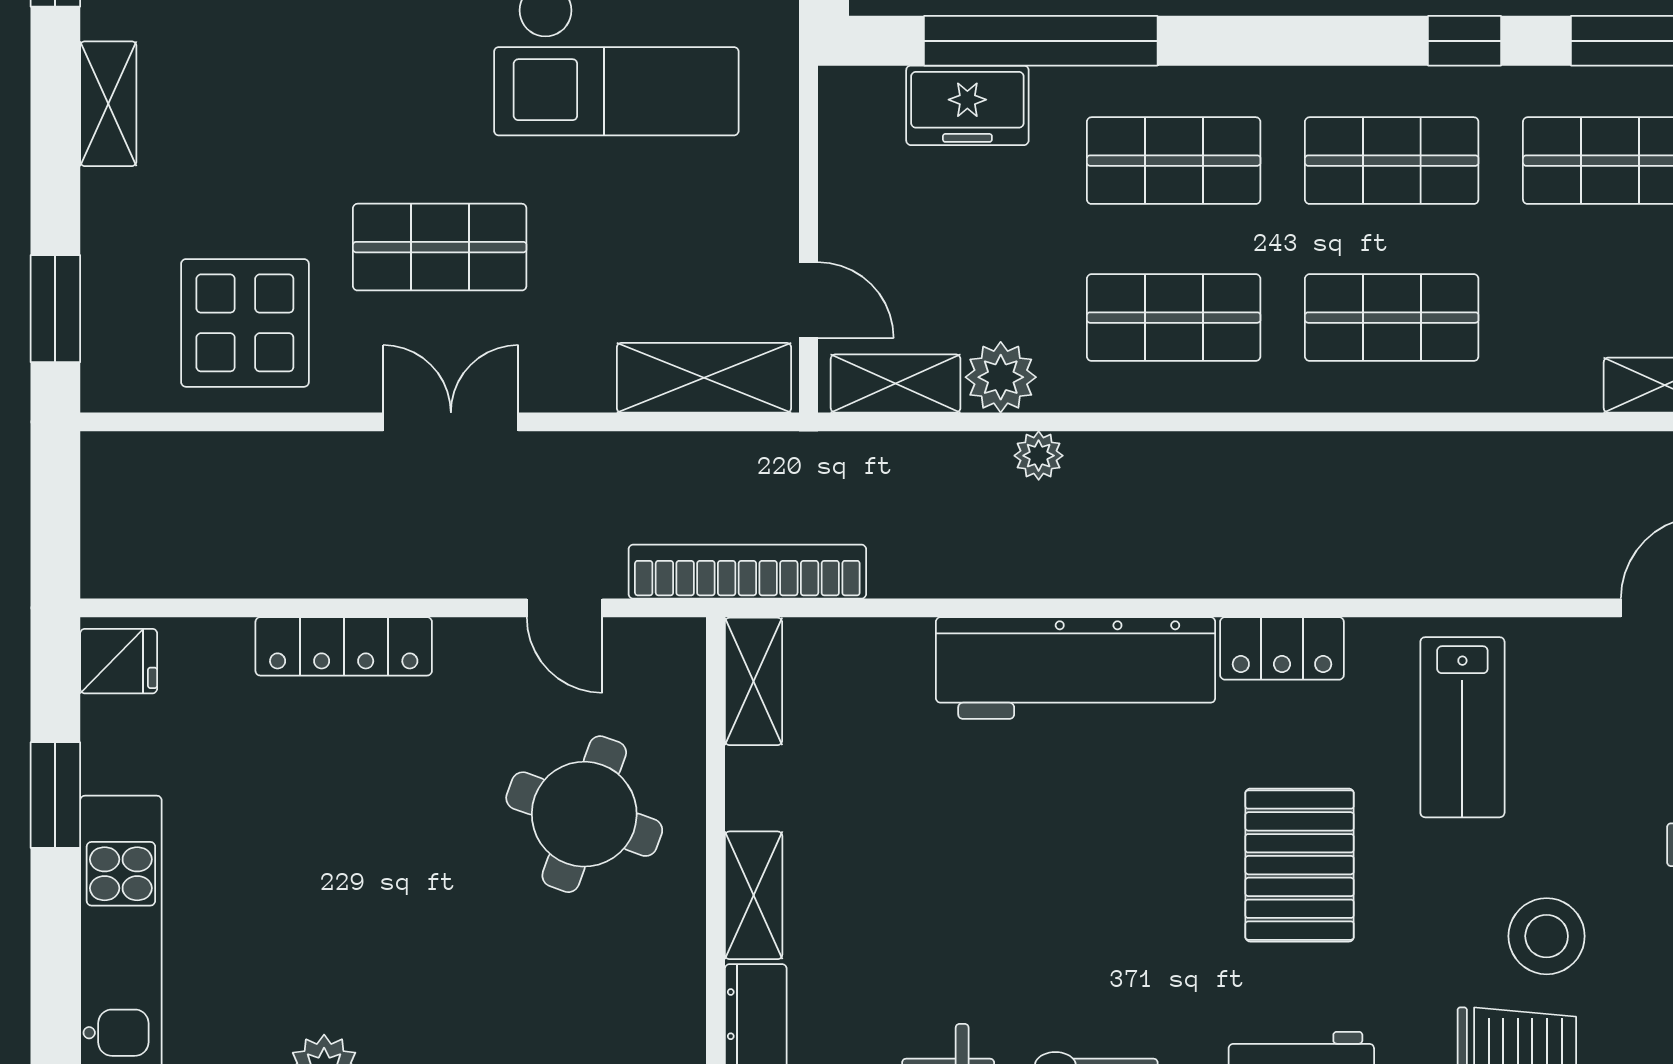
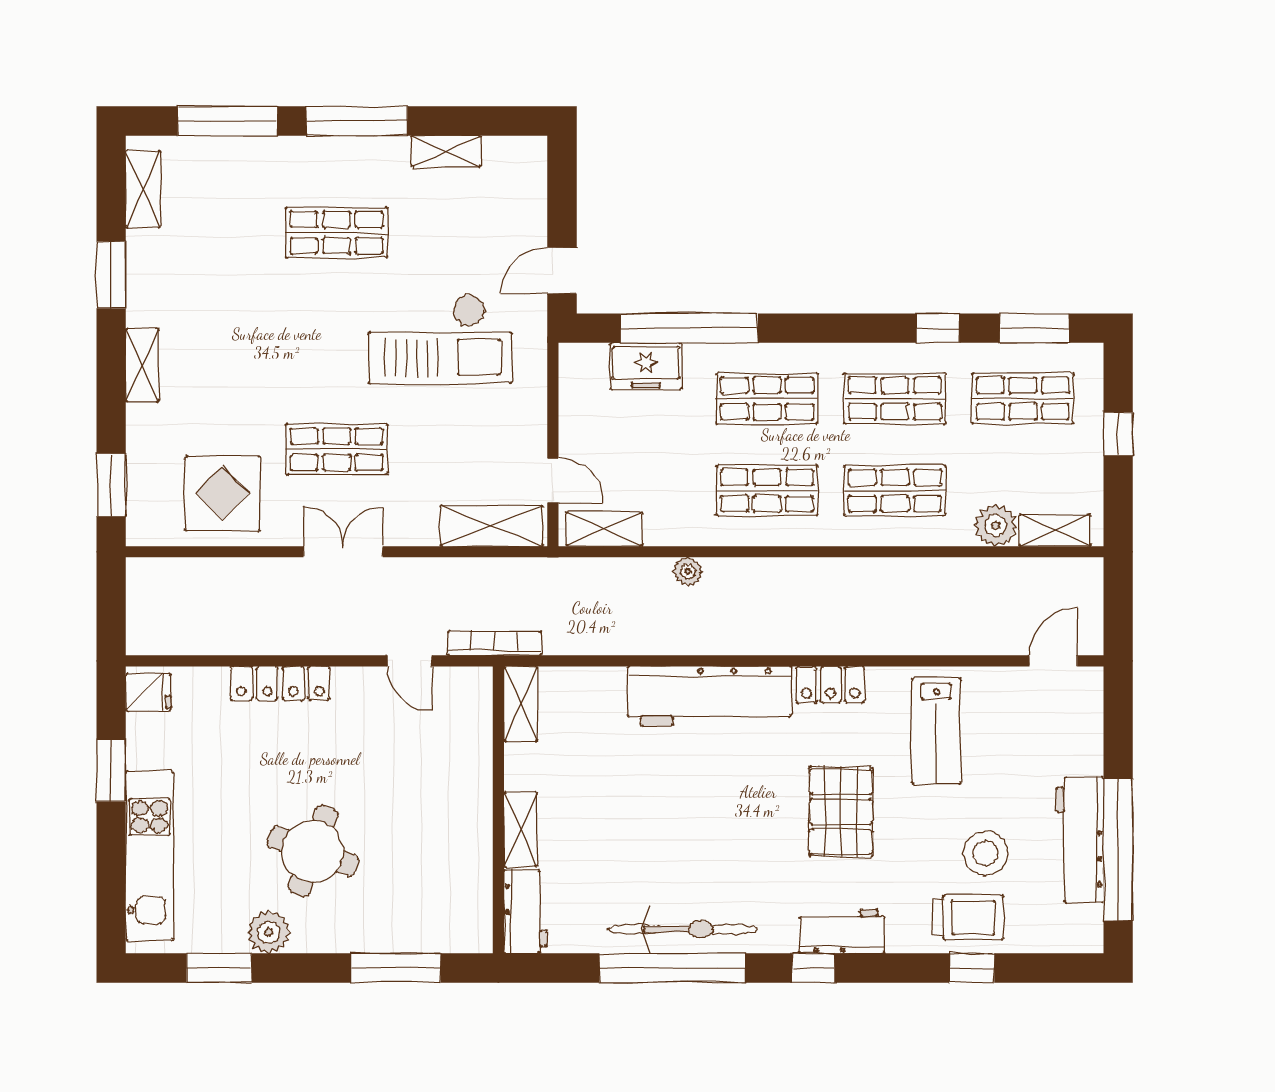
plant: (1001, 377) -> (996, 526), moved
bookcase: (747, 572) -> (494, 643), width x0.68, depth x0.76
round table: (584, 814) -> (313, 851), moved

